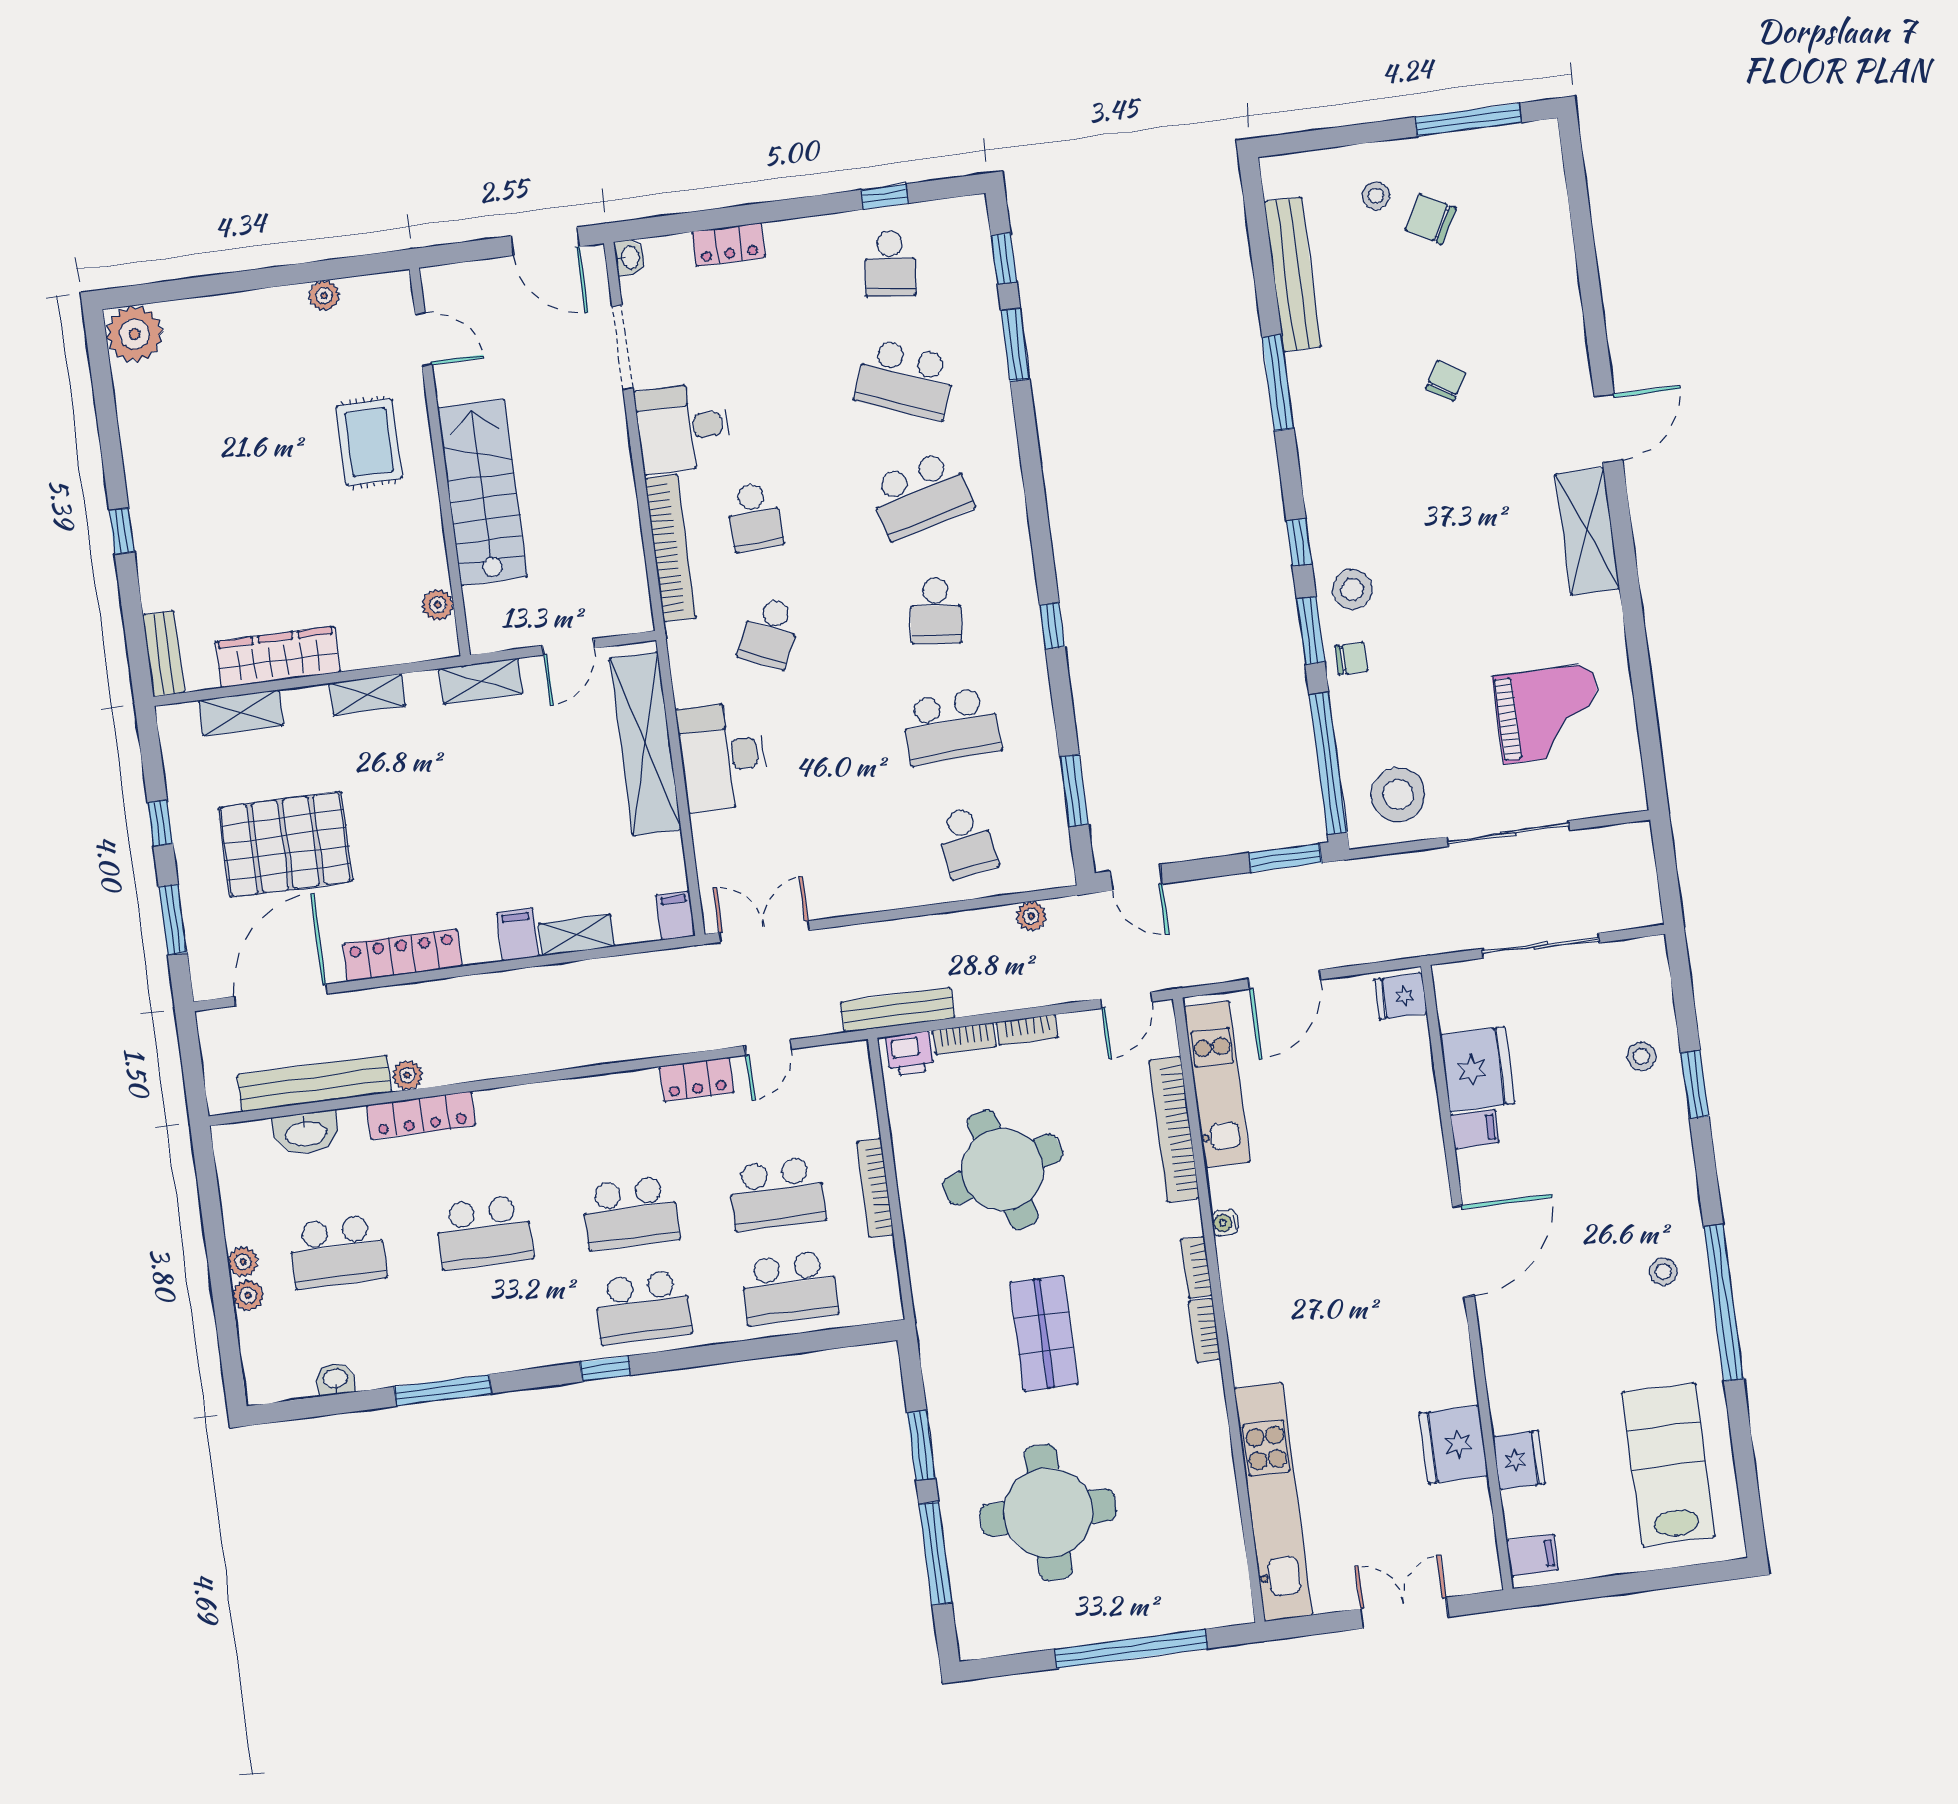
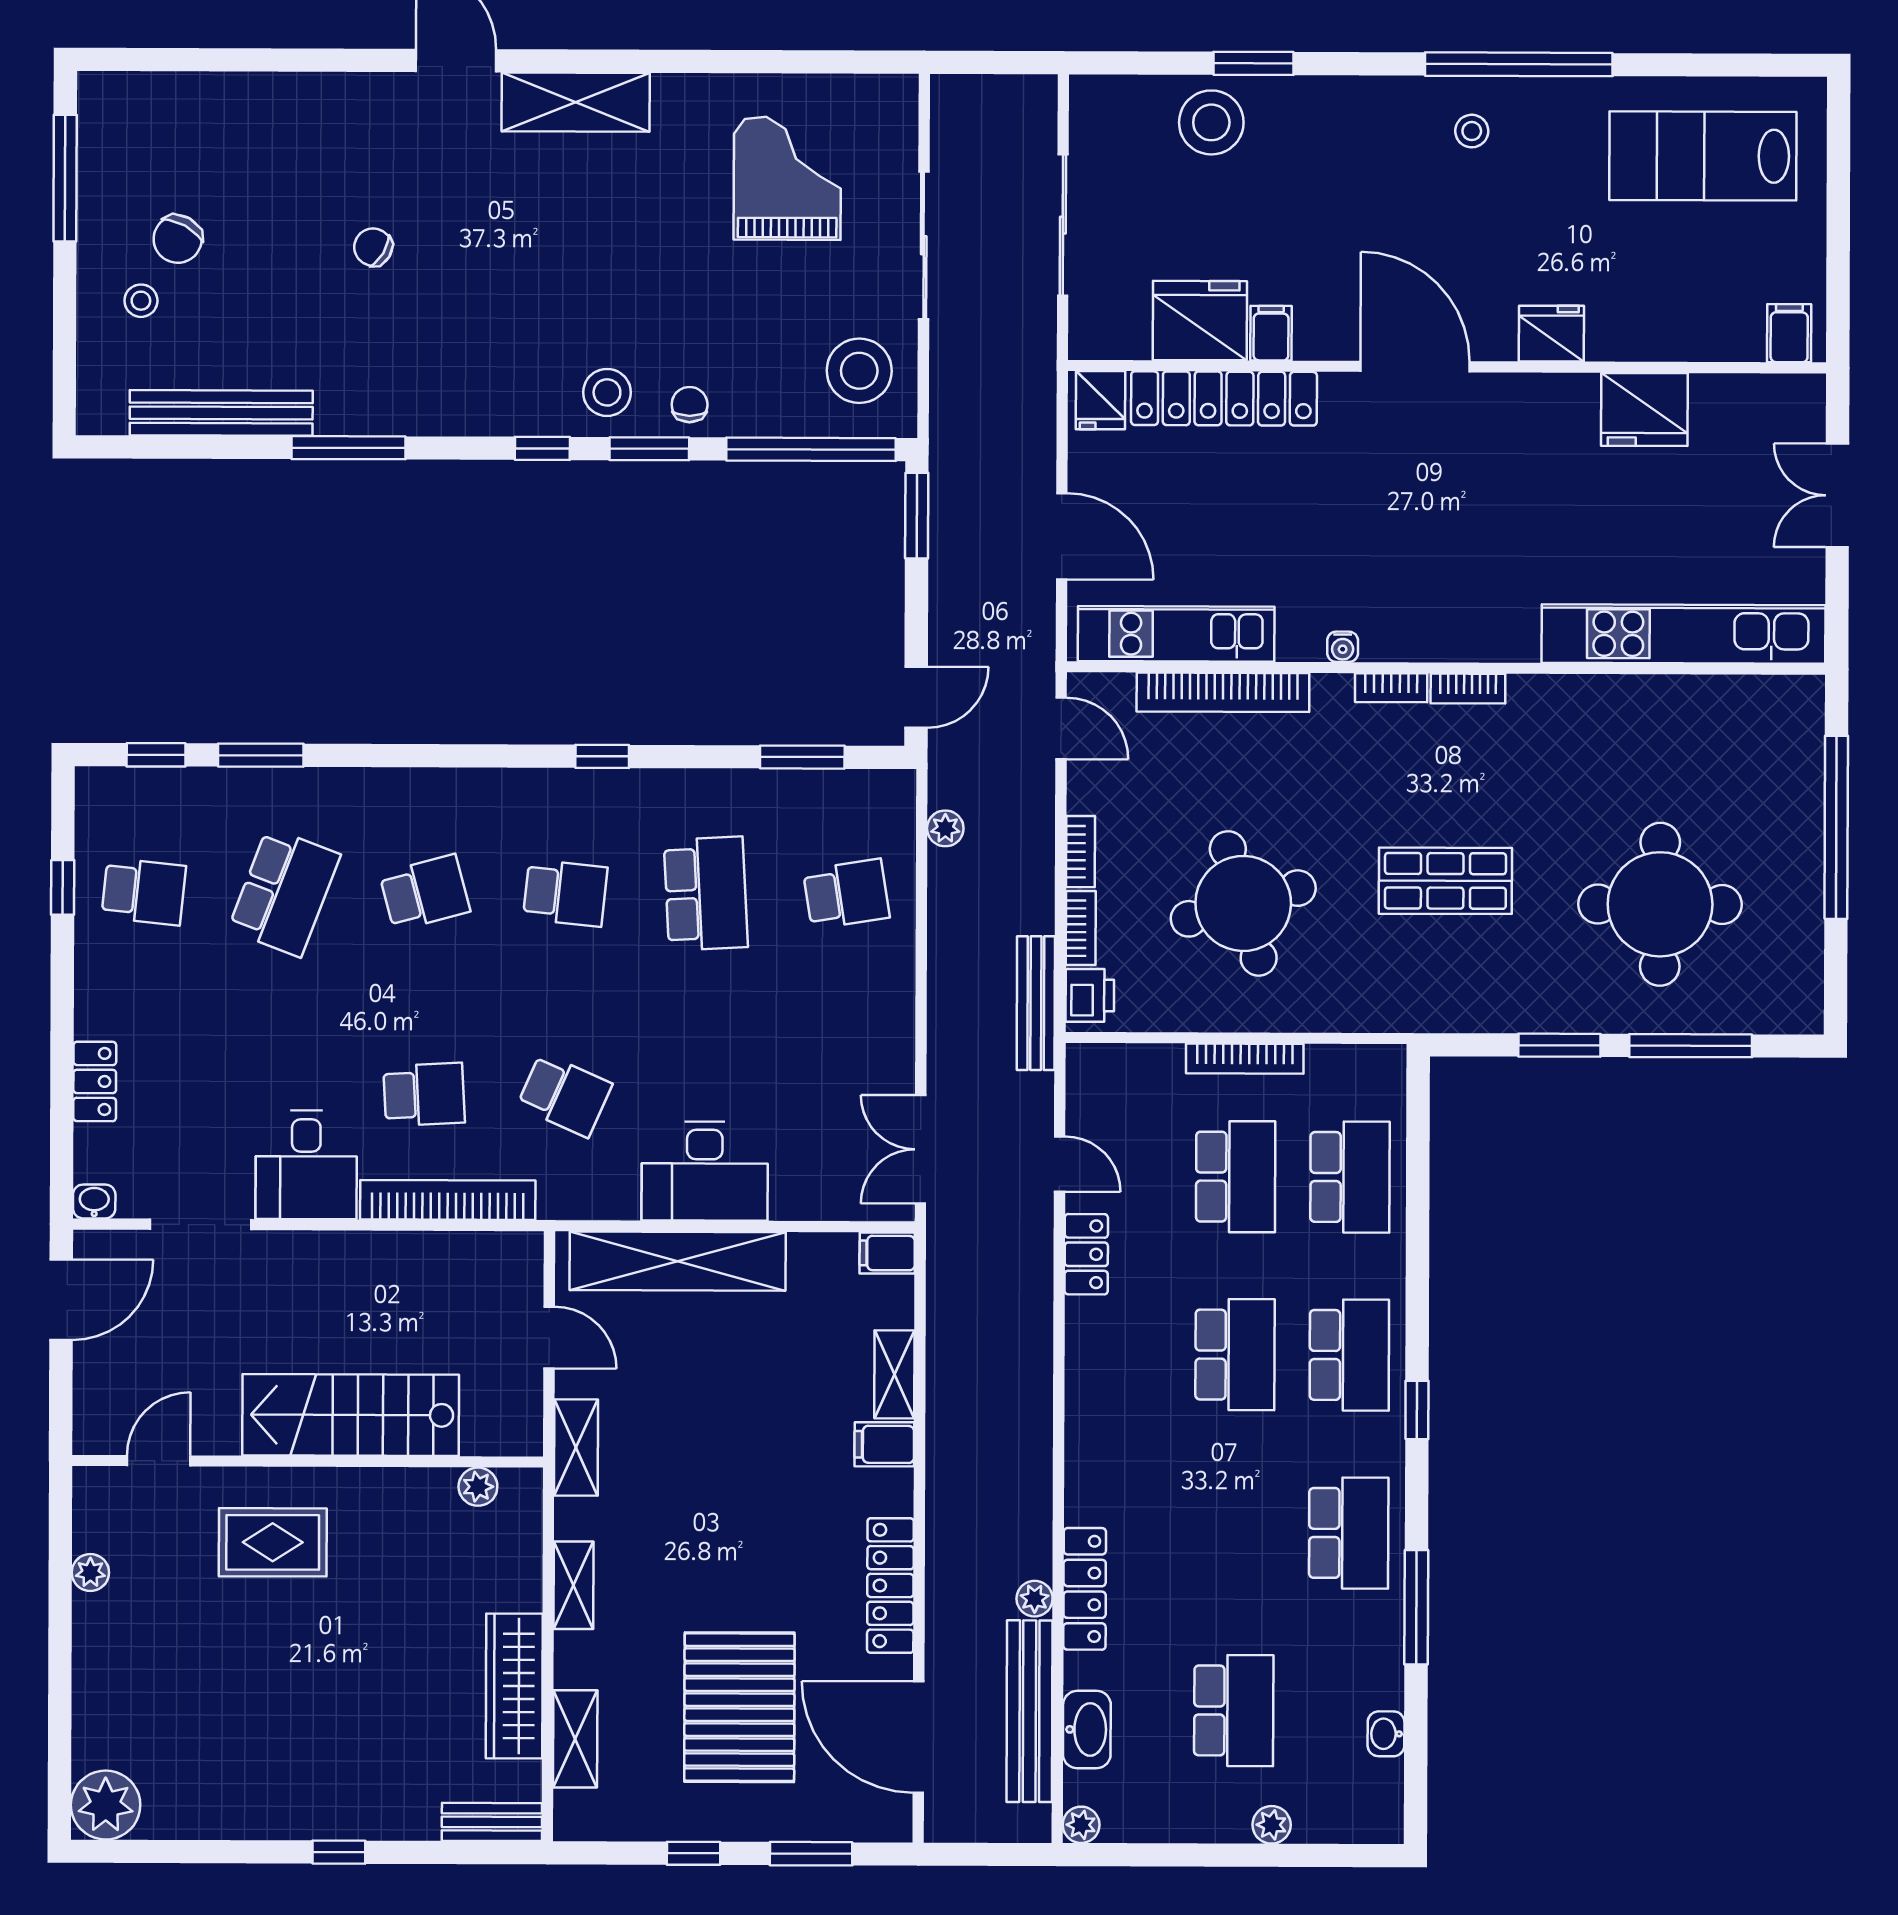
school desk: (921, 495) -> (425, 893), width x0.54
stool: (1642, 1056) -> (1211, 122), width x1.89, depth x1.89
locker: (1416, 1098) -> (1224, 398), added
school desk: (484, 1232) -> (1349, 1533), moved
plant: (243, 1262) -> (1081, 1825), moved
fridge: (1519, 1460) -> (1551, 334), moved

